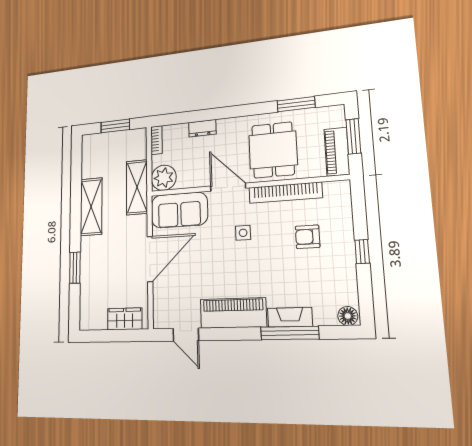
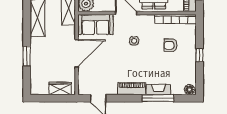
bookcase: (285, 193) -> (175, 19), moved
piano: (233, 313) -> (132, 89), width x0.73, depth x0.75

